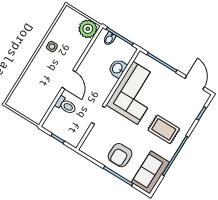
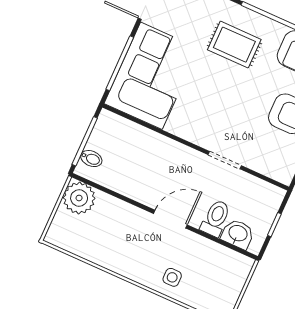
side table: (52, 47) -> (172, 277), moved
washbasin: (118, 68) -> (238, 234), moved, turned 180
corner sofa: (135, 93) -> (151, 76), moved, turned 90
rug: (164, 129) -> (234, 45), turned 90

